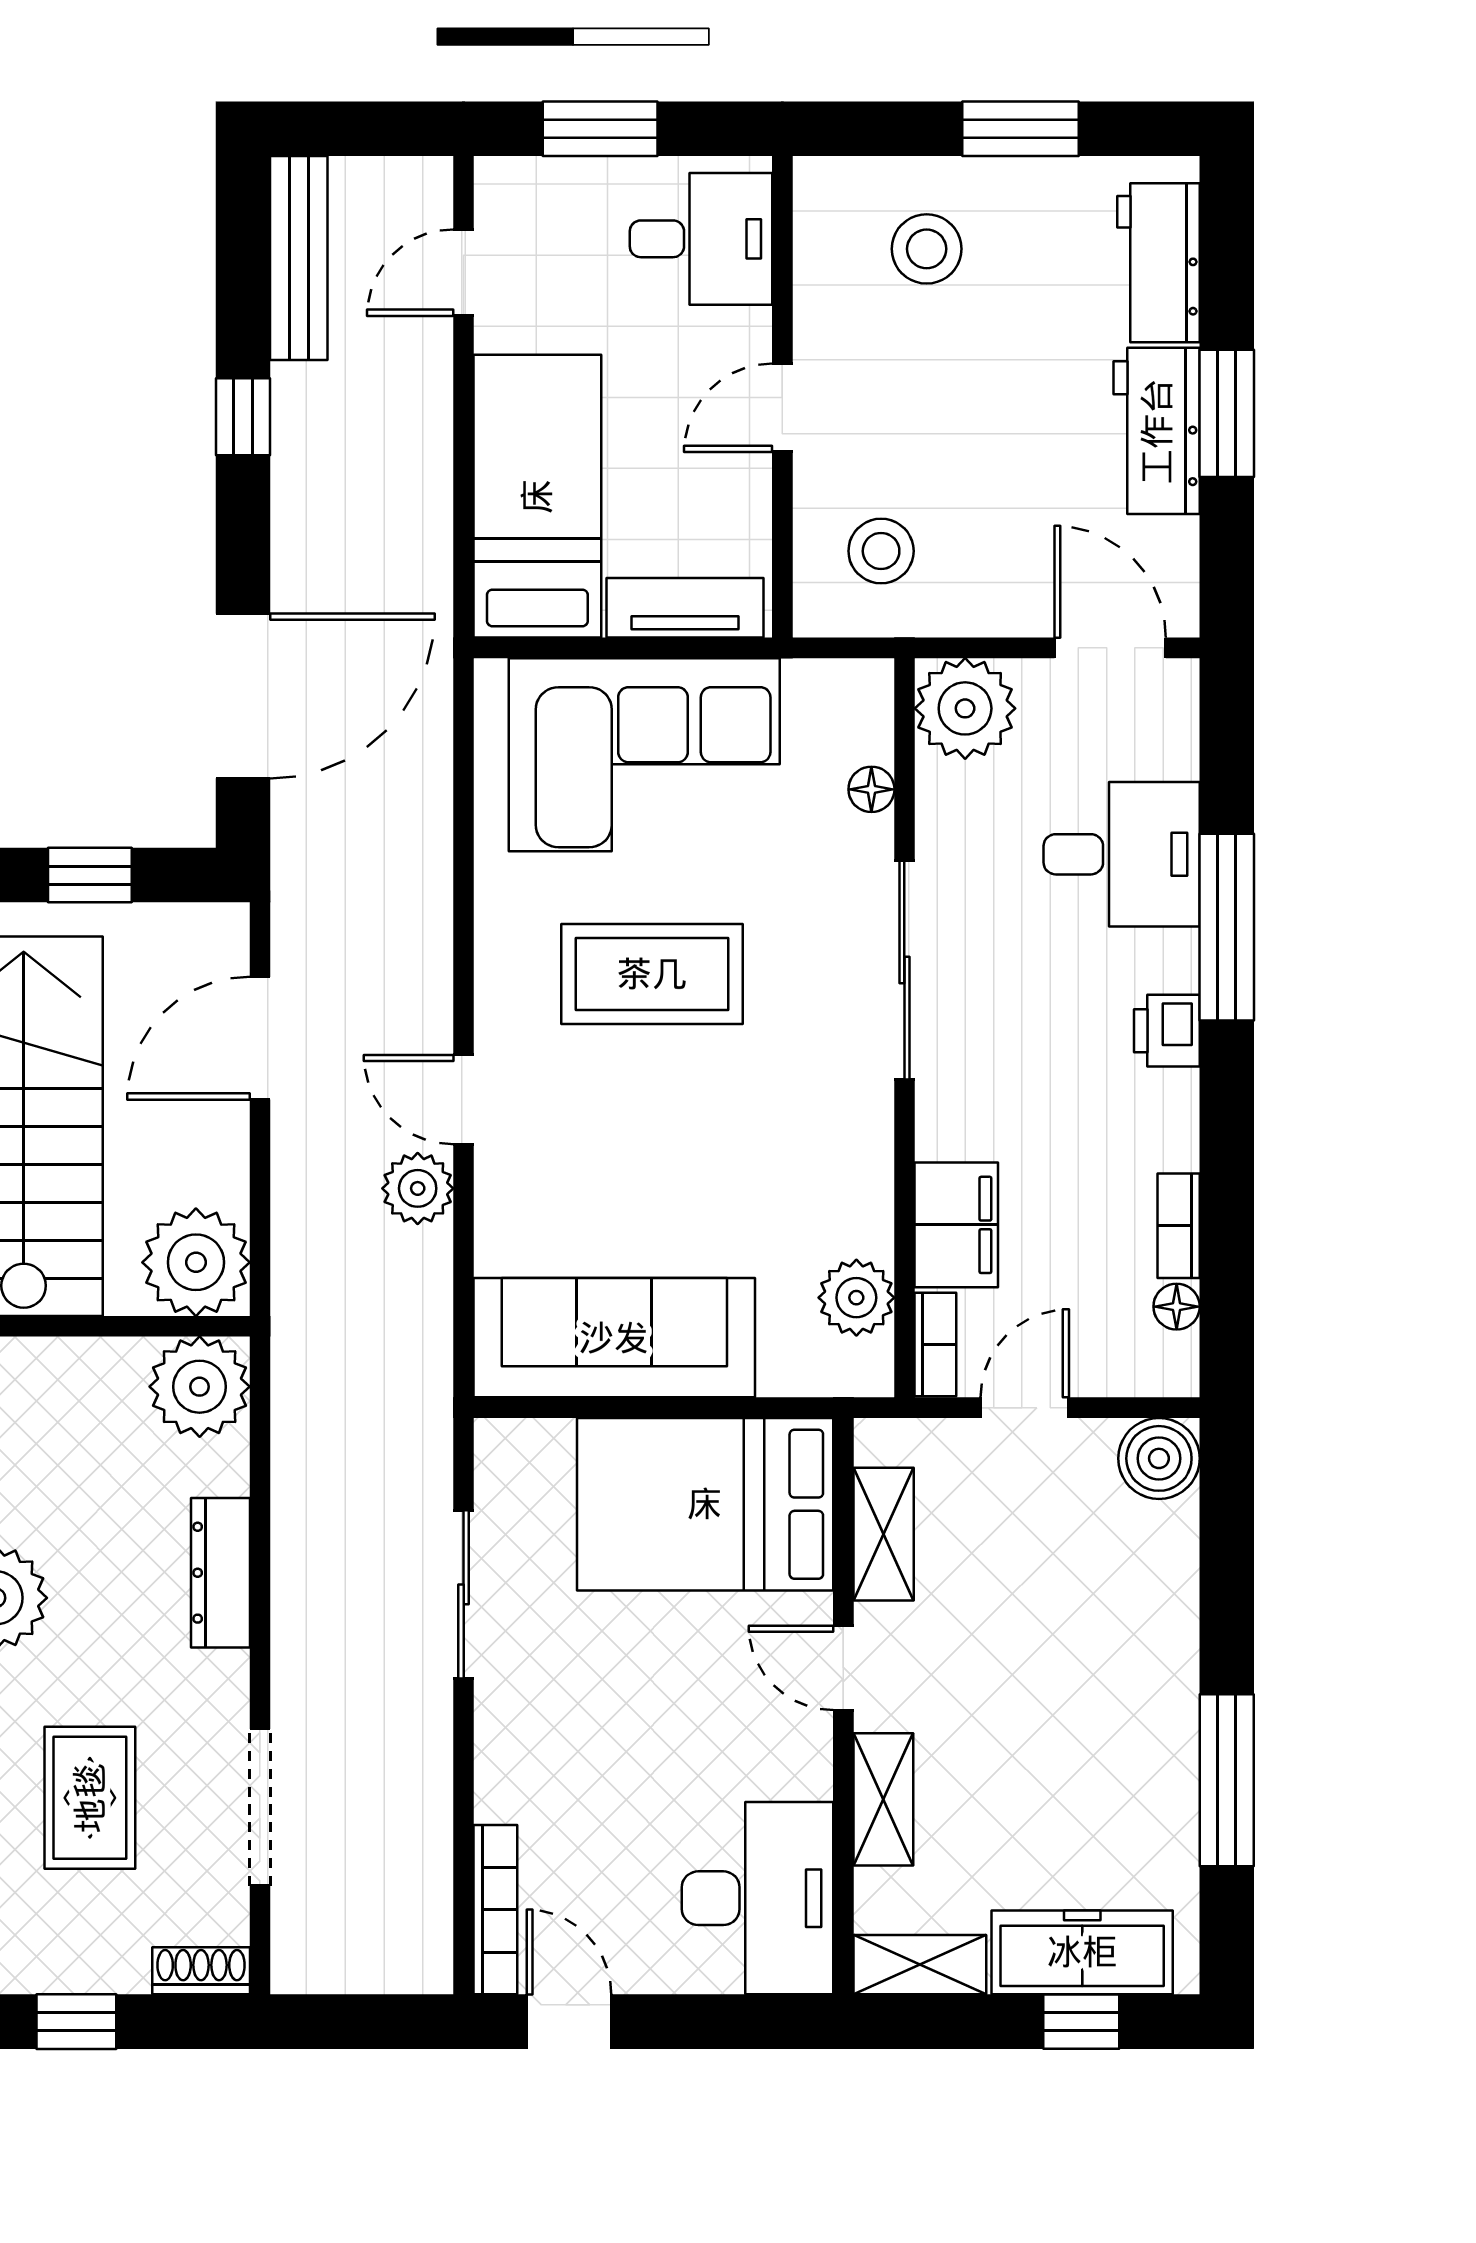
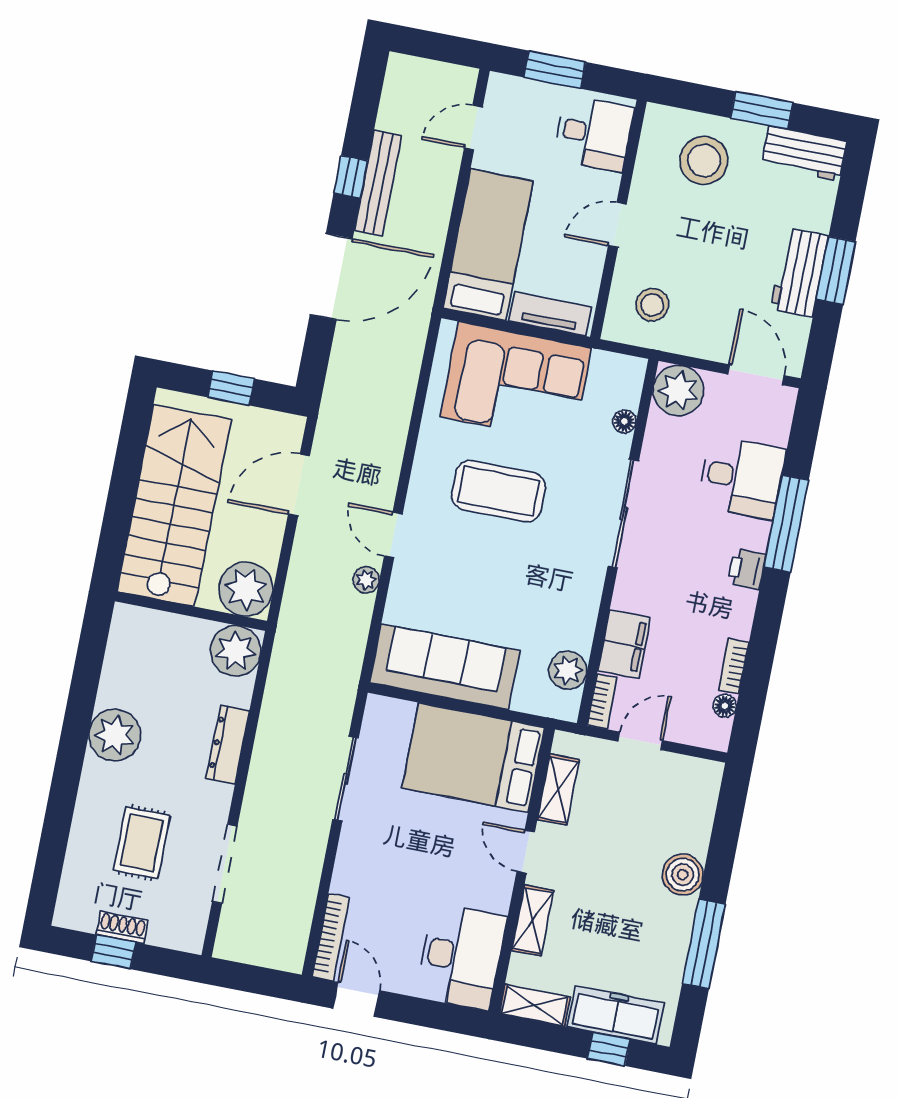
stool: (927, 249) -> (704, 160), width x1.38, depth x1.38
bench: (299, 258) -> (378, 183), moved
workbench: (1158, 263) -> (804, 154), moved, turned -90
door: (243, 696) -> (331, 277), moved
plant: (418, 1188) -> (366, 580), width x0.73, depth x0.73
boiler: (1159, 1458) -> (683, 875), moved
shoe rack: (201, 1971) -> (122, 928), moved

